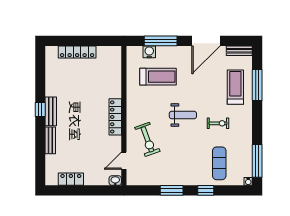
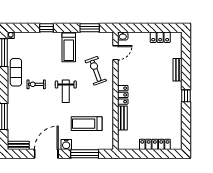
water cooler: (149, 52) -> (66, 144), moved
treadmill: (235, 87) -> (69, 47), moved
bench: (51, 111) -> (122, 118), moved
weight bench: (183, 115) -> (66, 91), turned -90
locker: (115, 117) -> (123, 95), width x0.66
exercise mat: (219, 163) -> (16, 72), moved
window: (172, 190) -> (90, 28), moved

